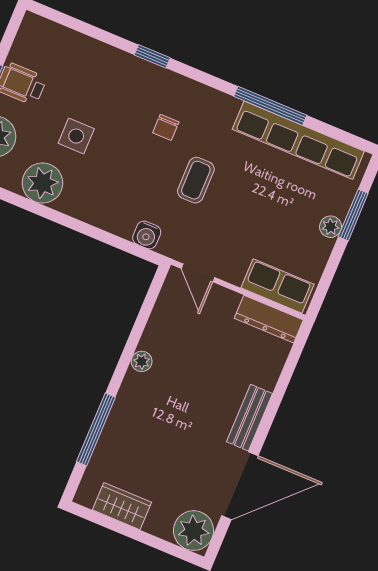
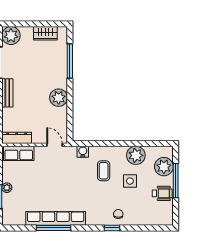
chair: (166, 127) -> (118, 214), moved
row of seats: (298, 140) -> (56, 218), moved
coffee table: (196, 180) -> (104, 171), moved
plant: (142, 361) -> (59, 98), width x1.87, depth x1.87

